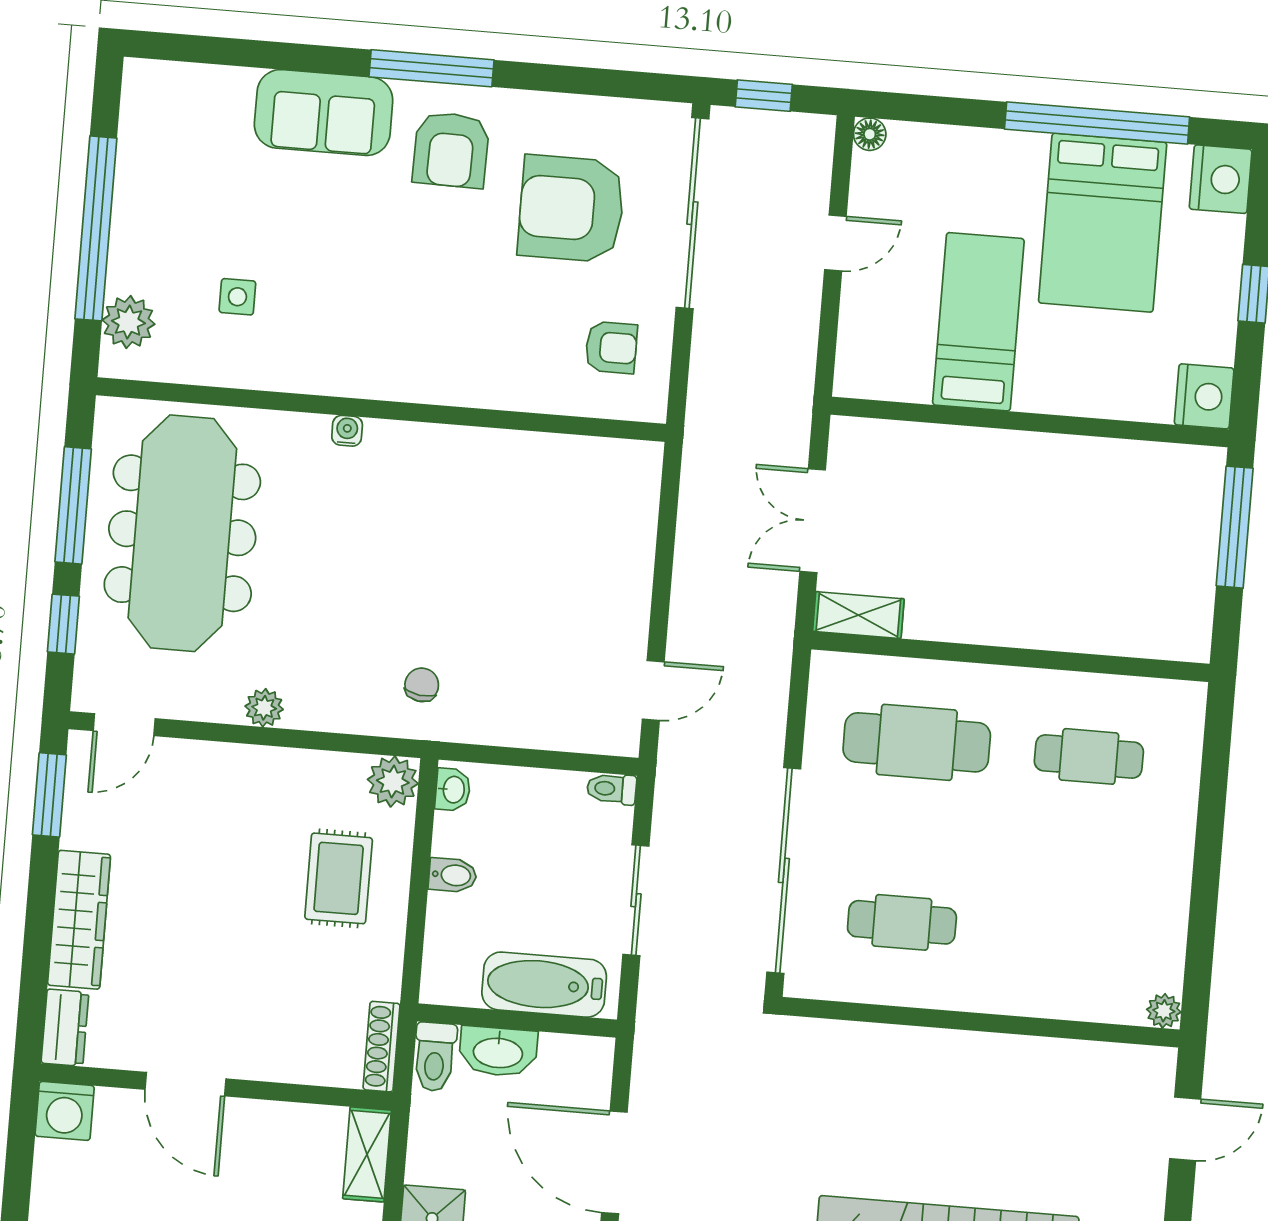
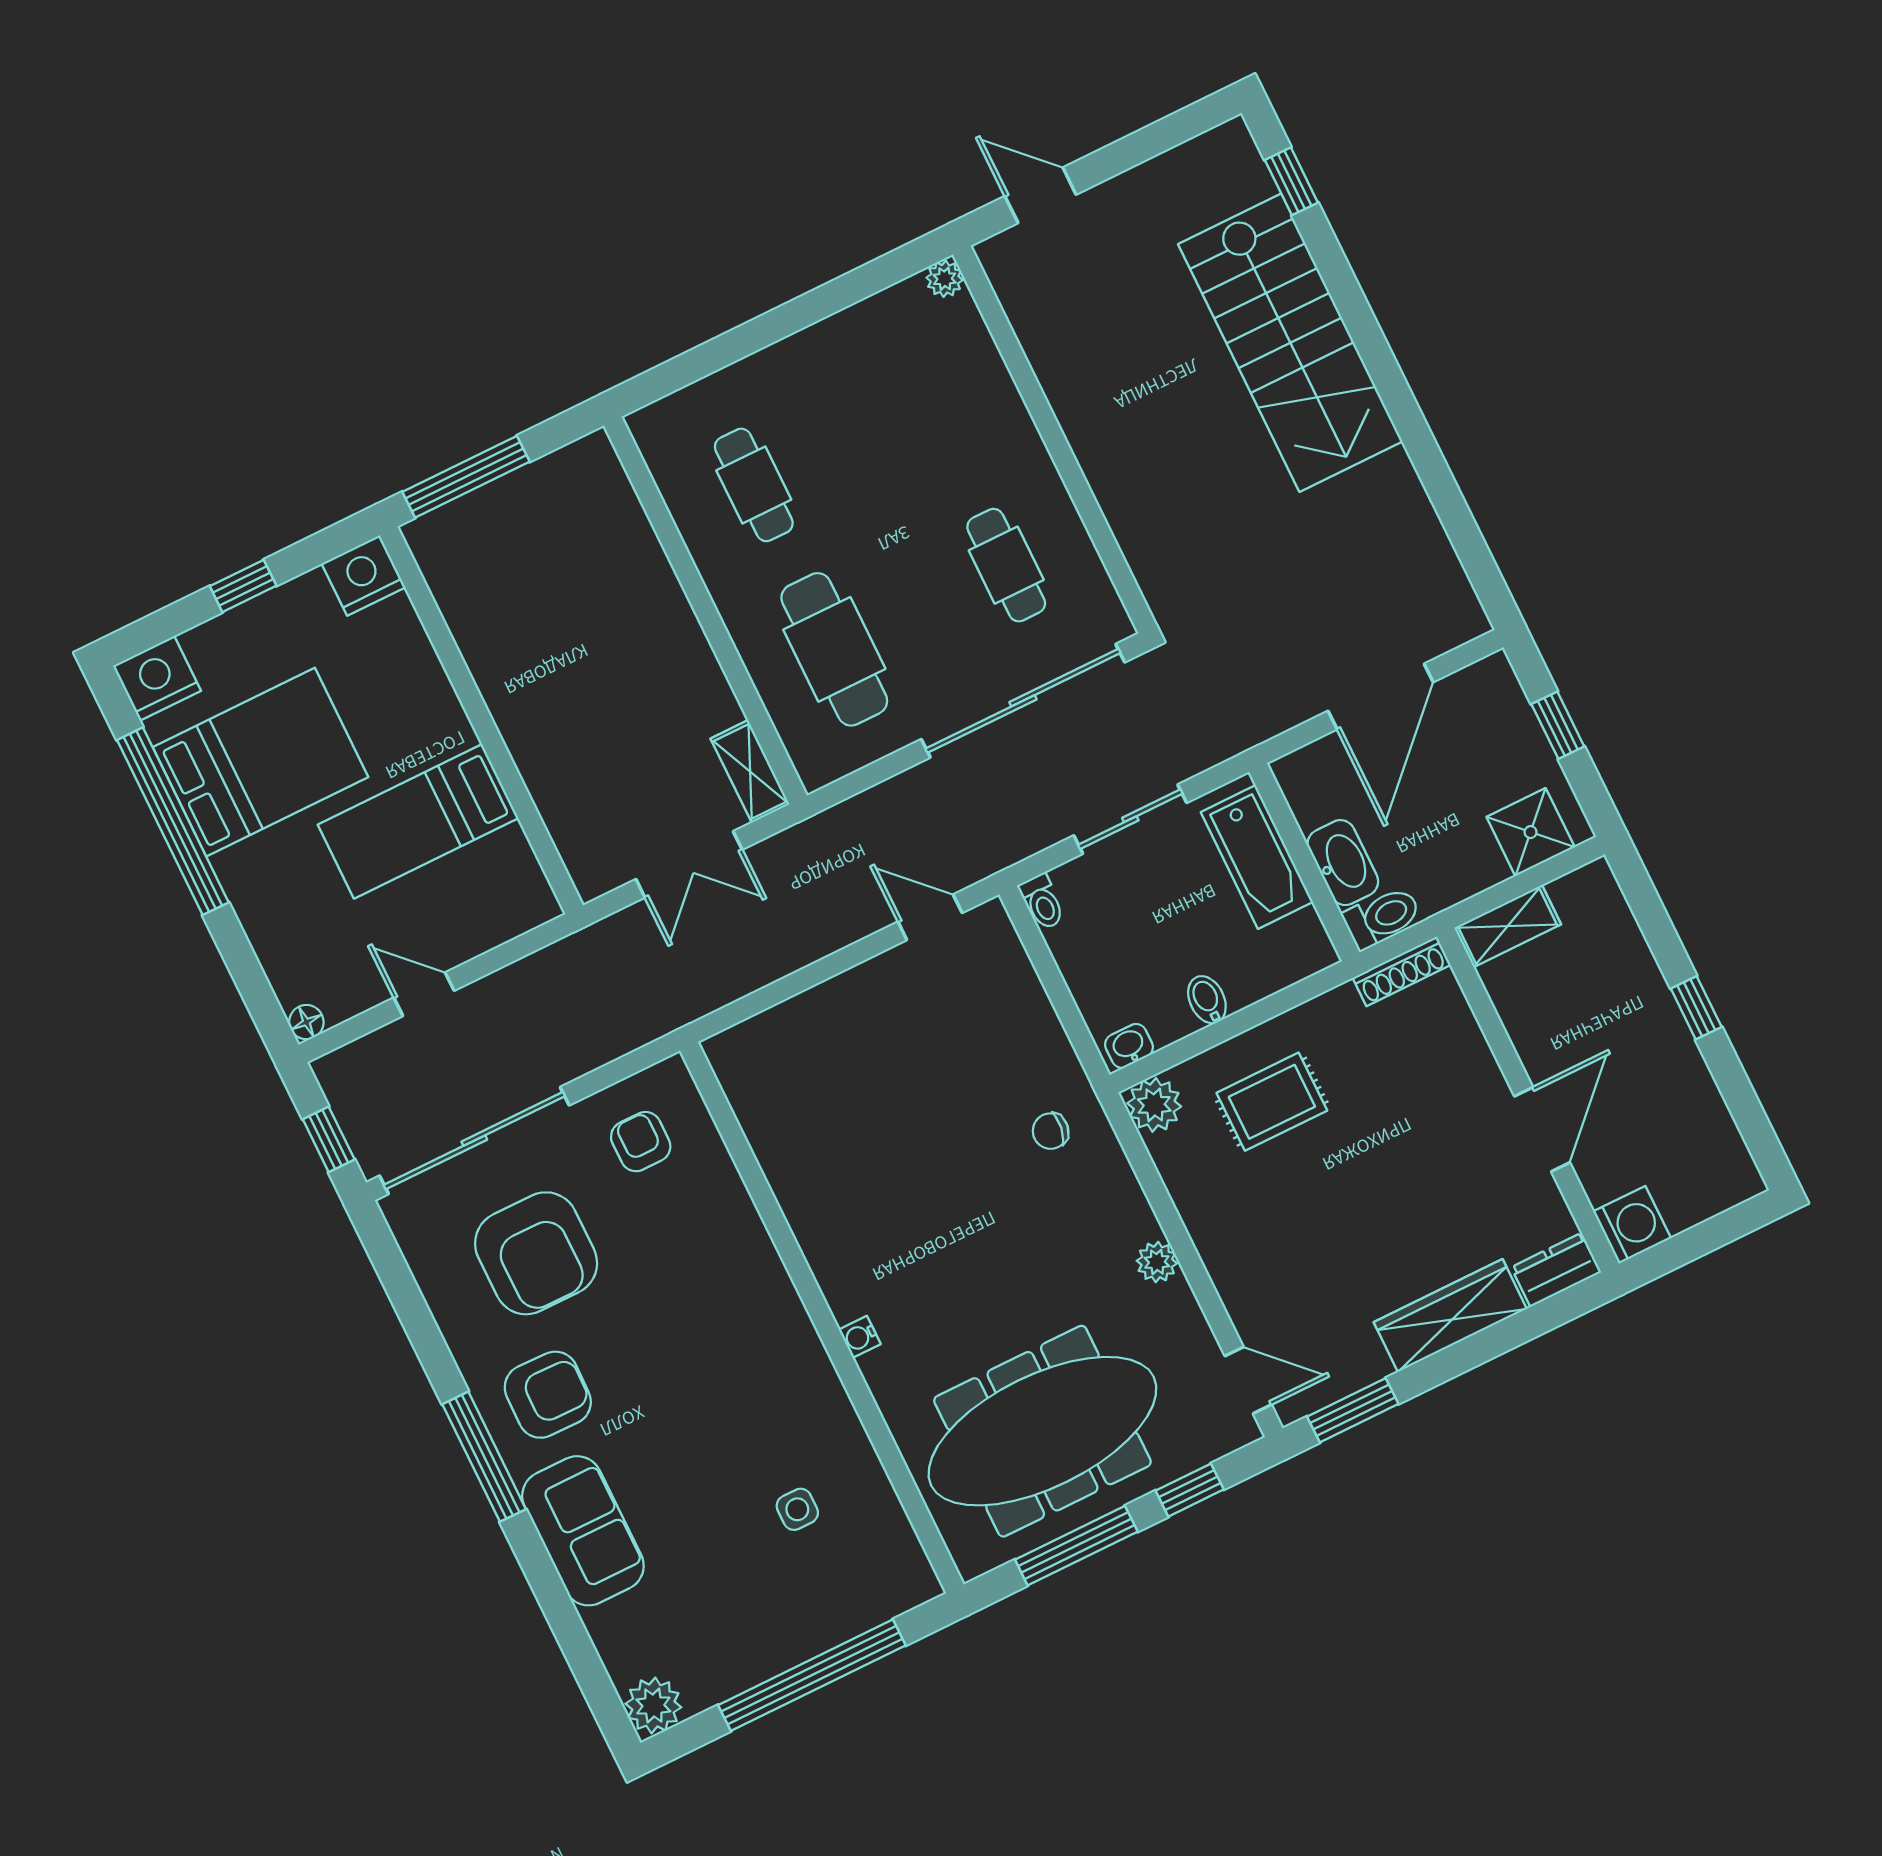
plant: (128, 322) -> (653, 1705), moved

